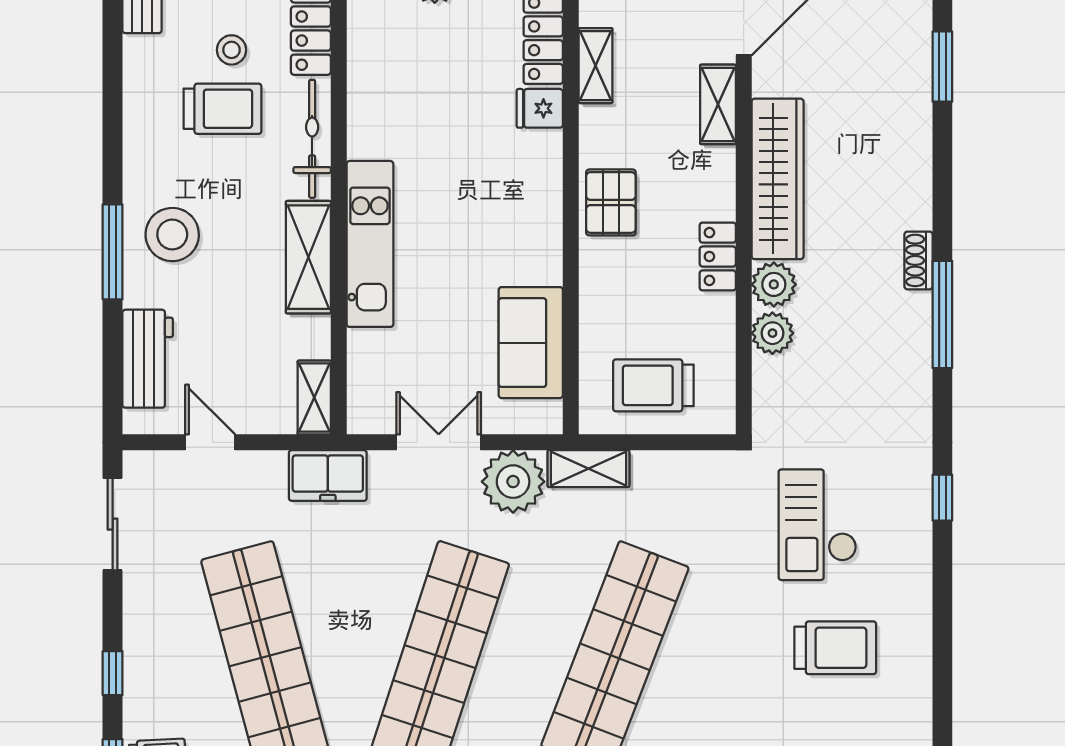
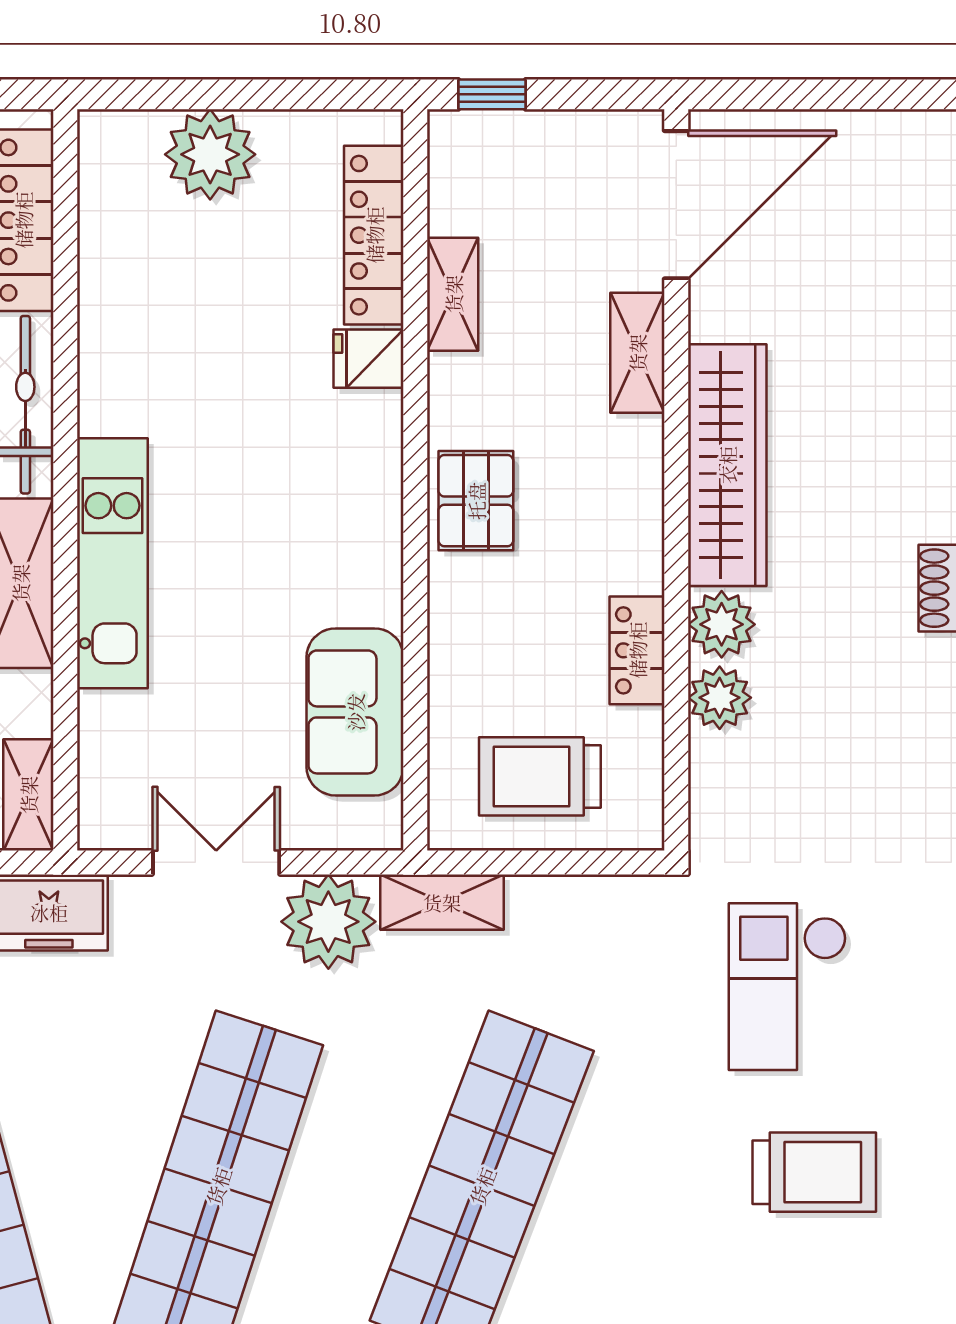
locker: (718, 257) -> (637, 650), moved

